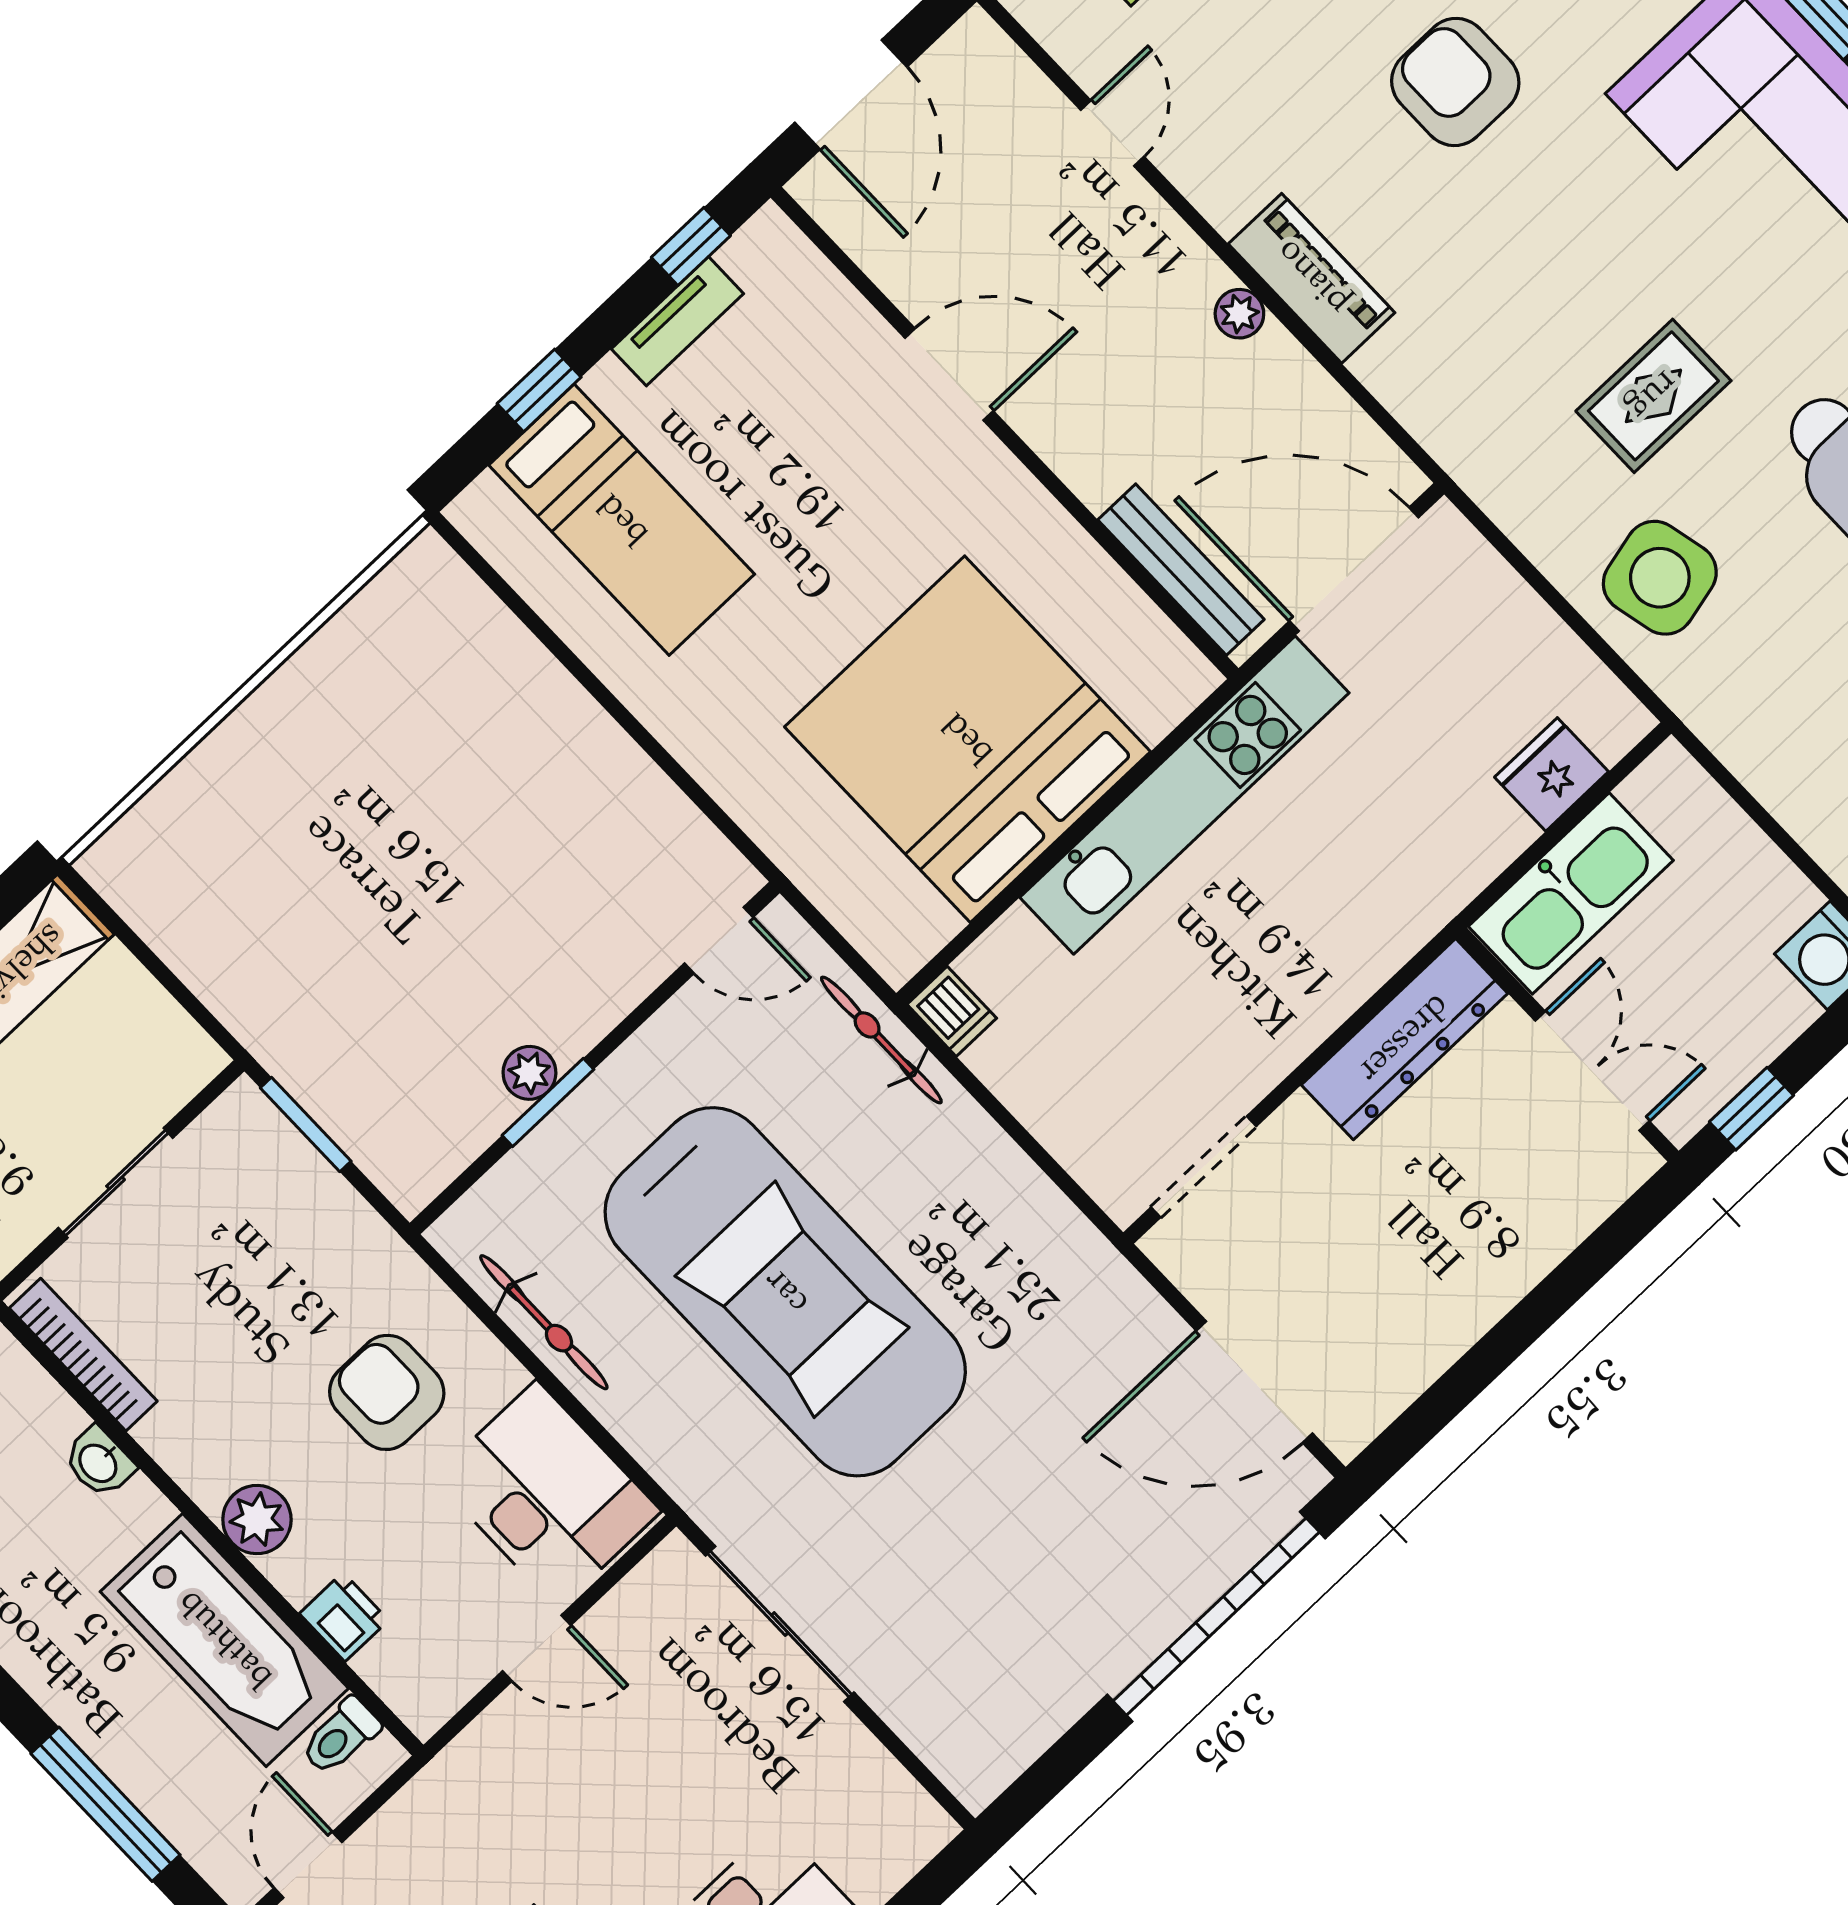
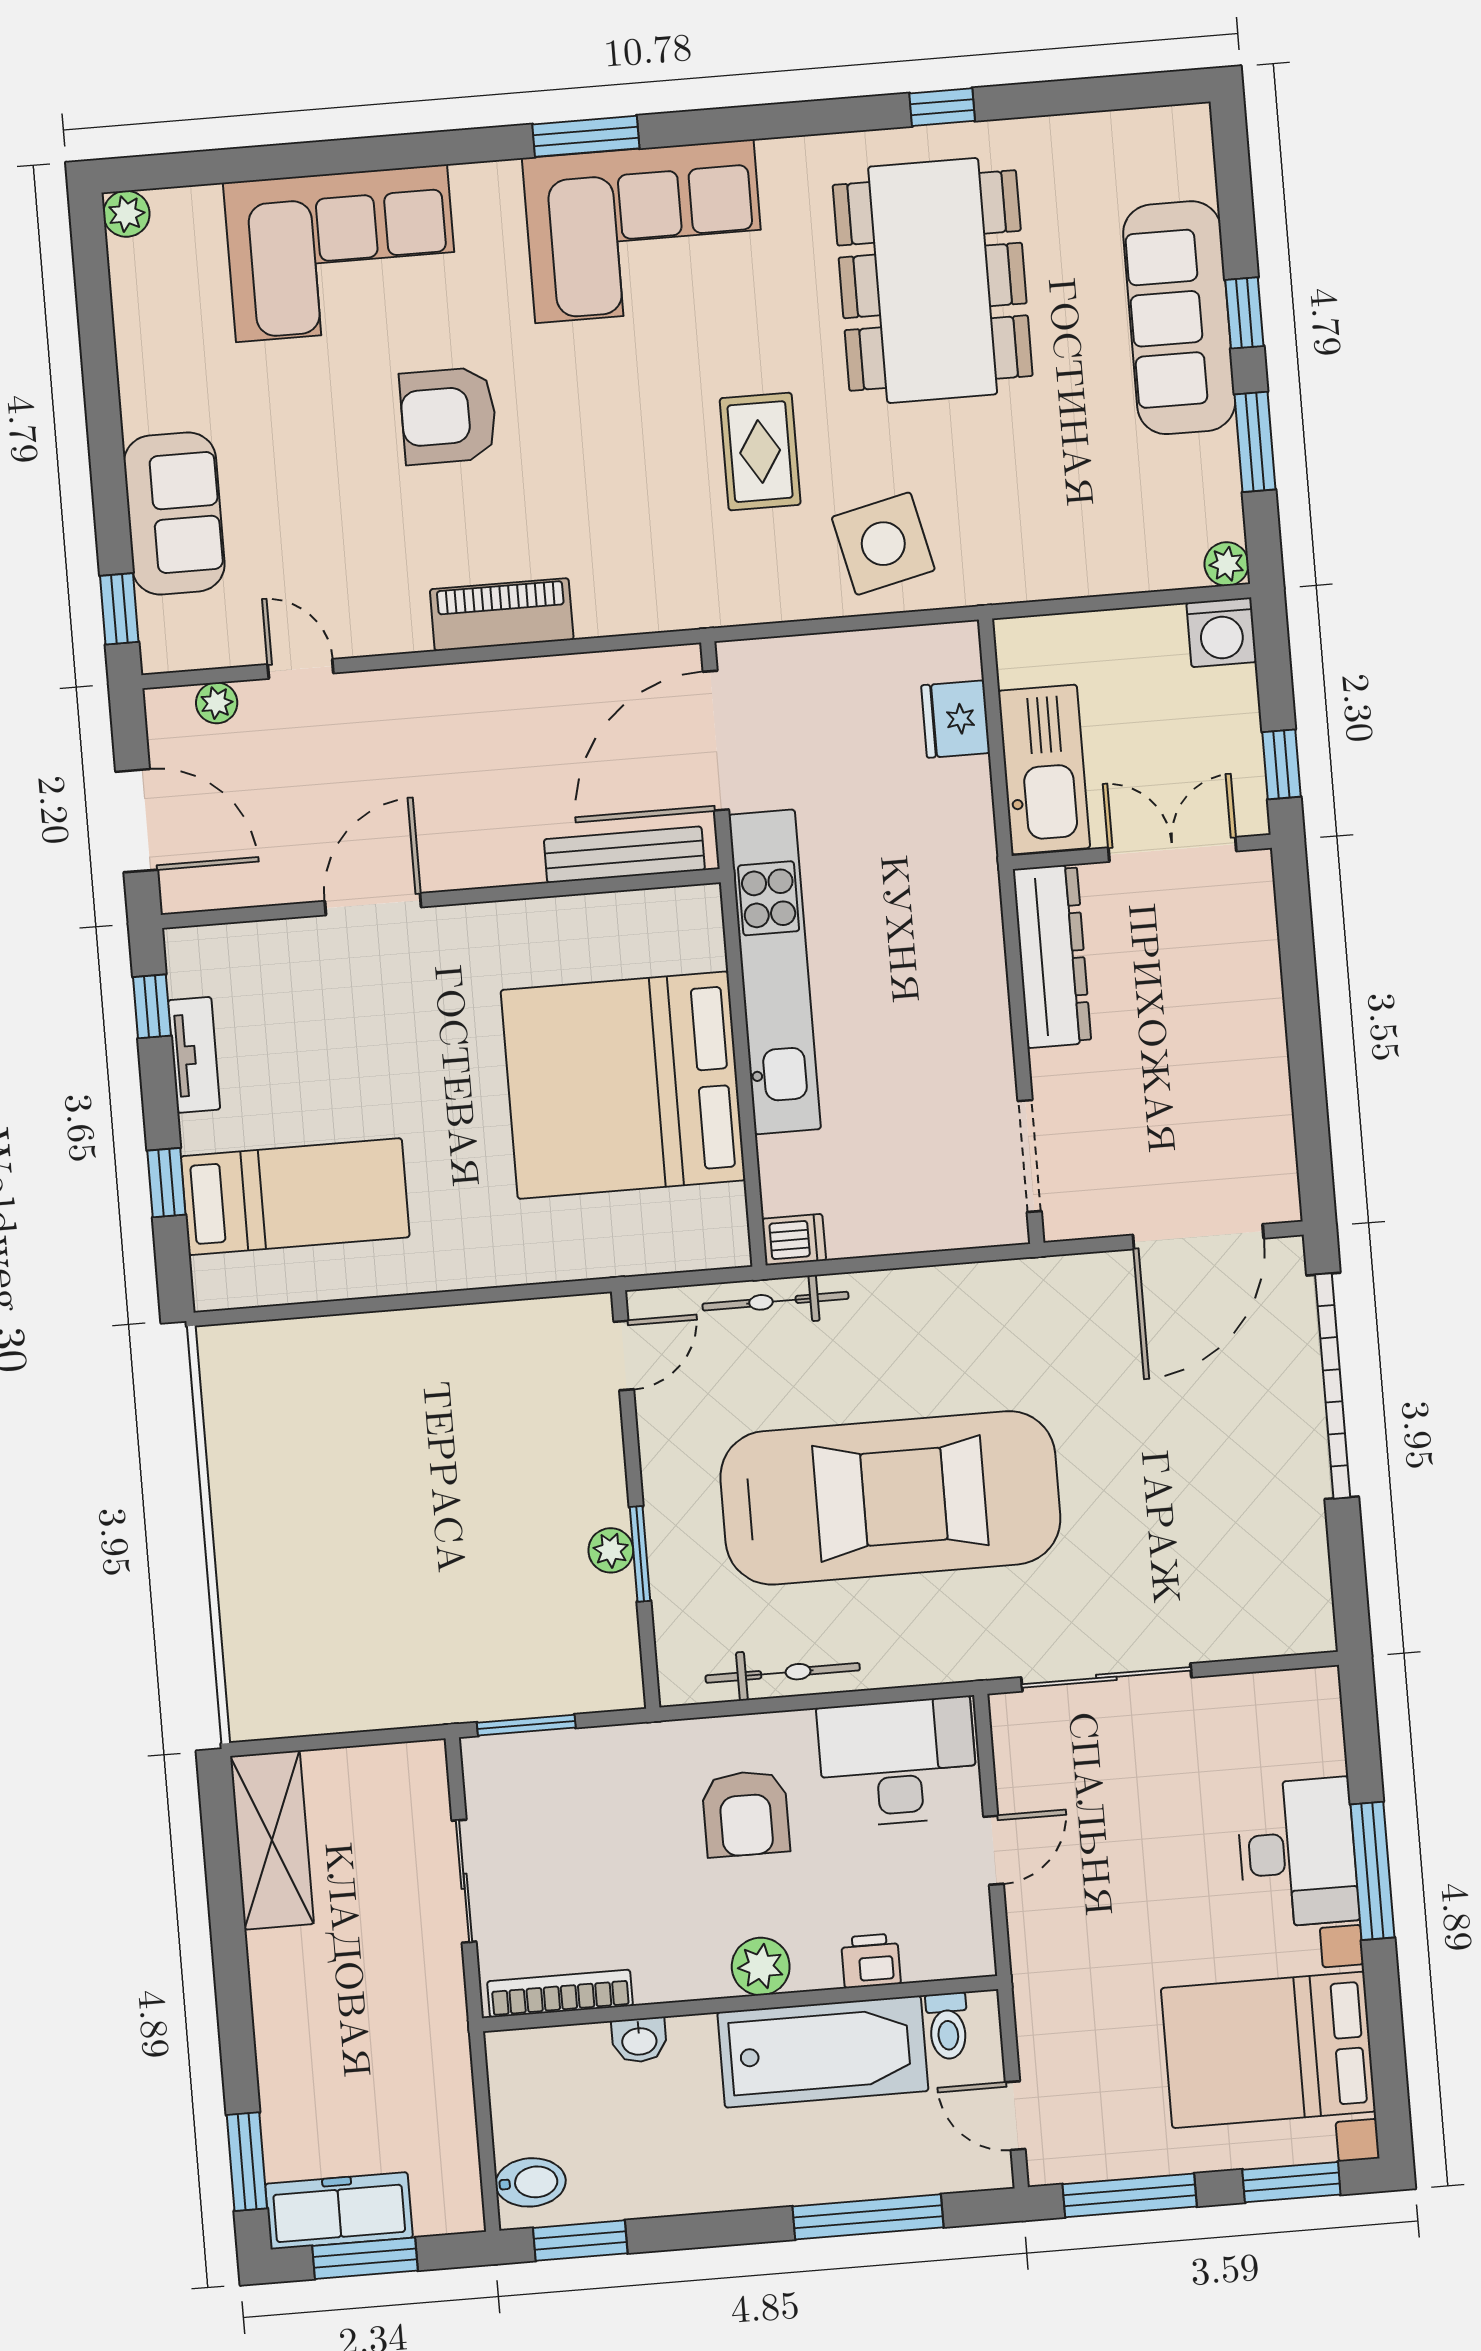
plant: (1239, 314) -> (217, 703), moved
armchair: (387, 1392) -> (746, 1814), turned -90

